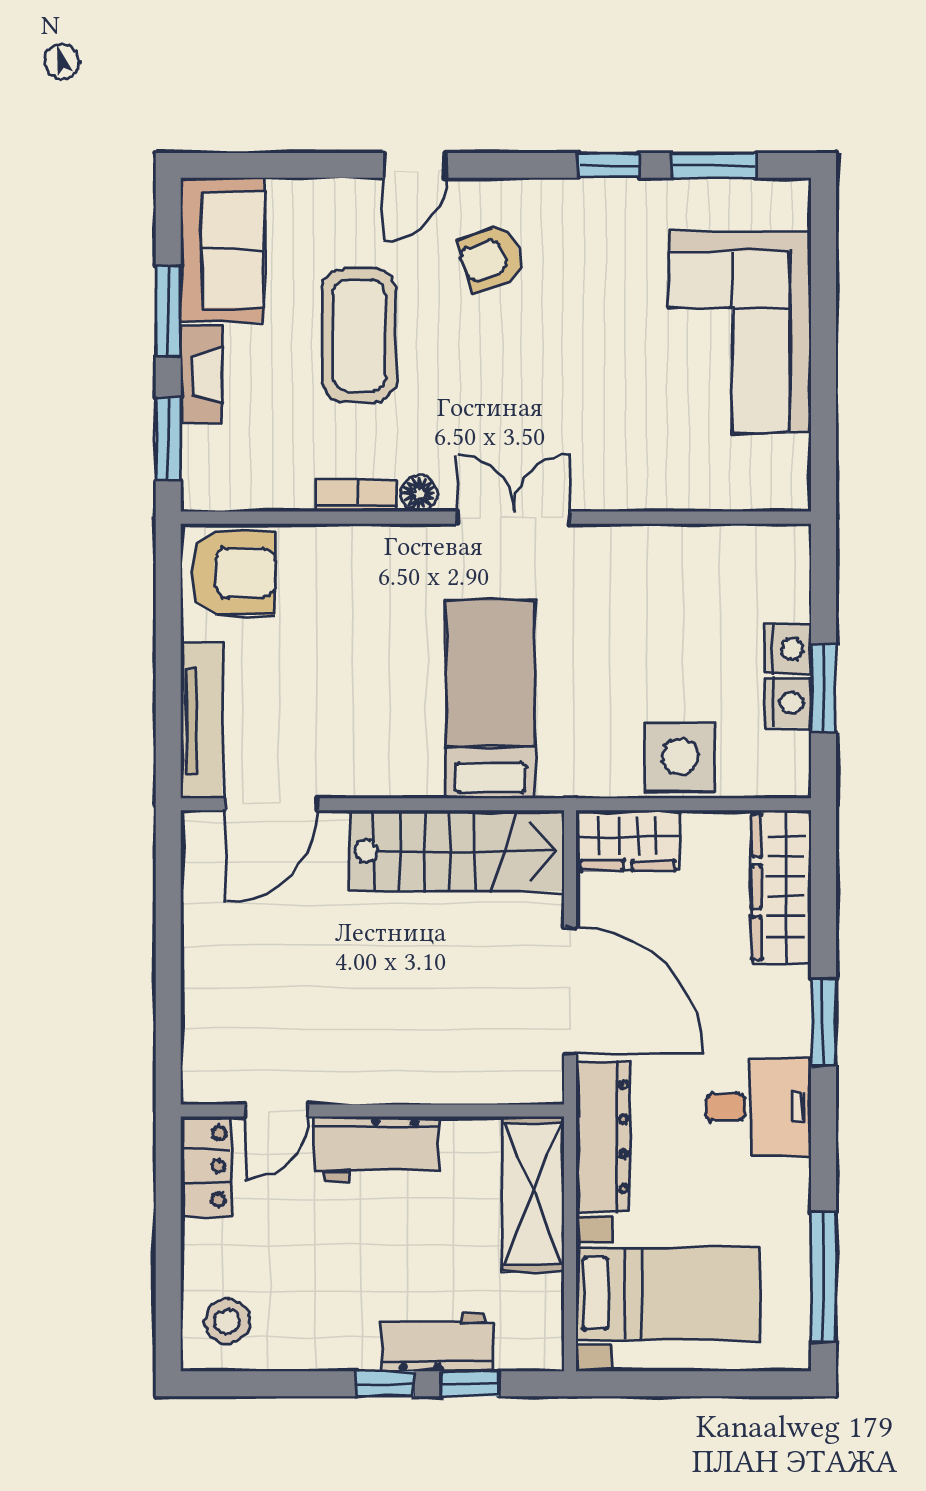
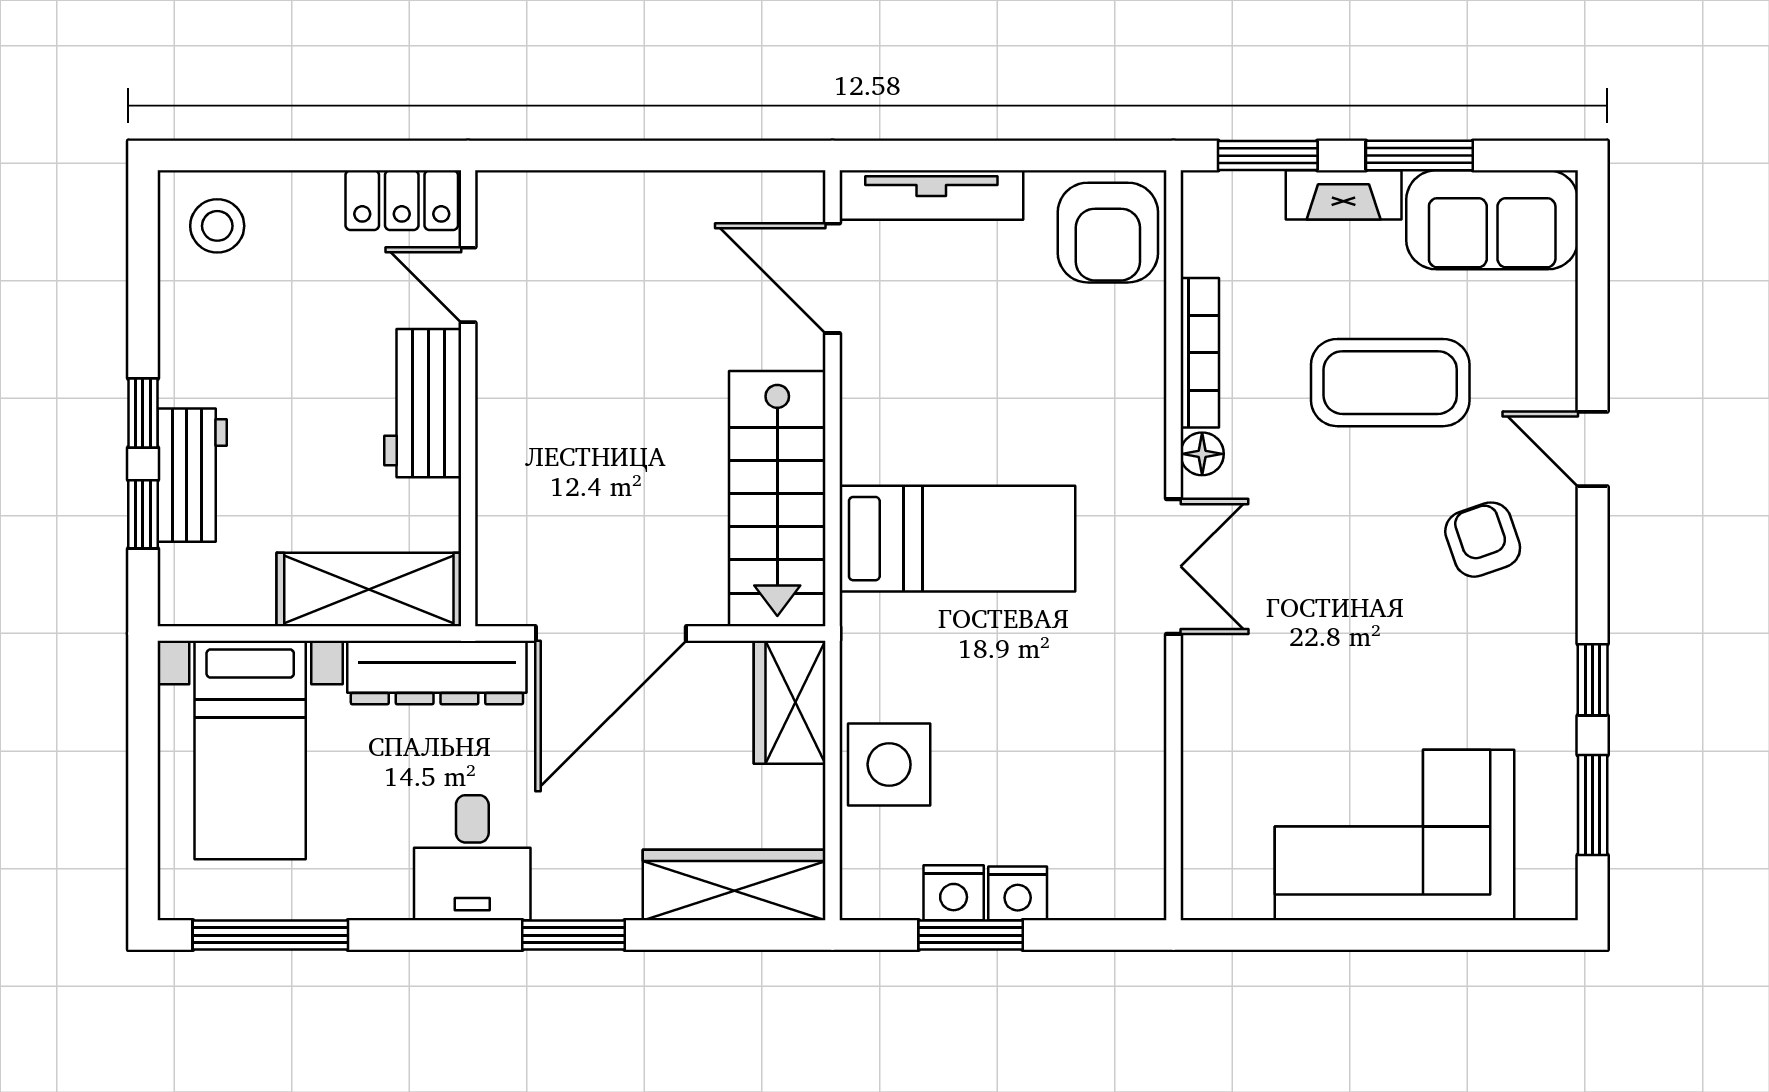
bookcase: (357, 496) -> (1200, 353), width x1.56

